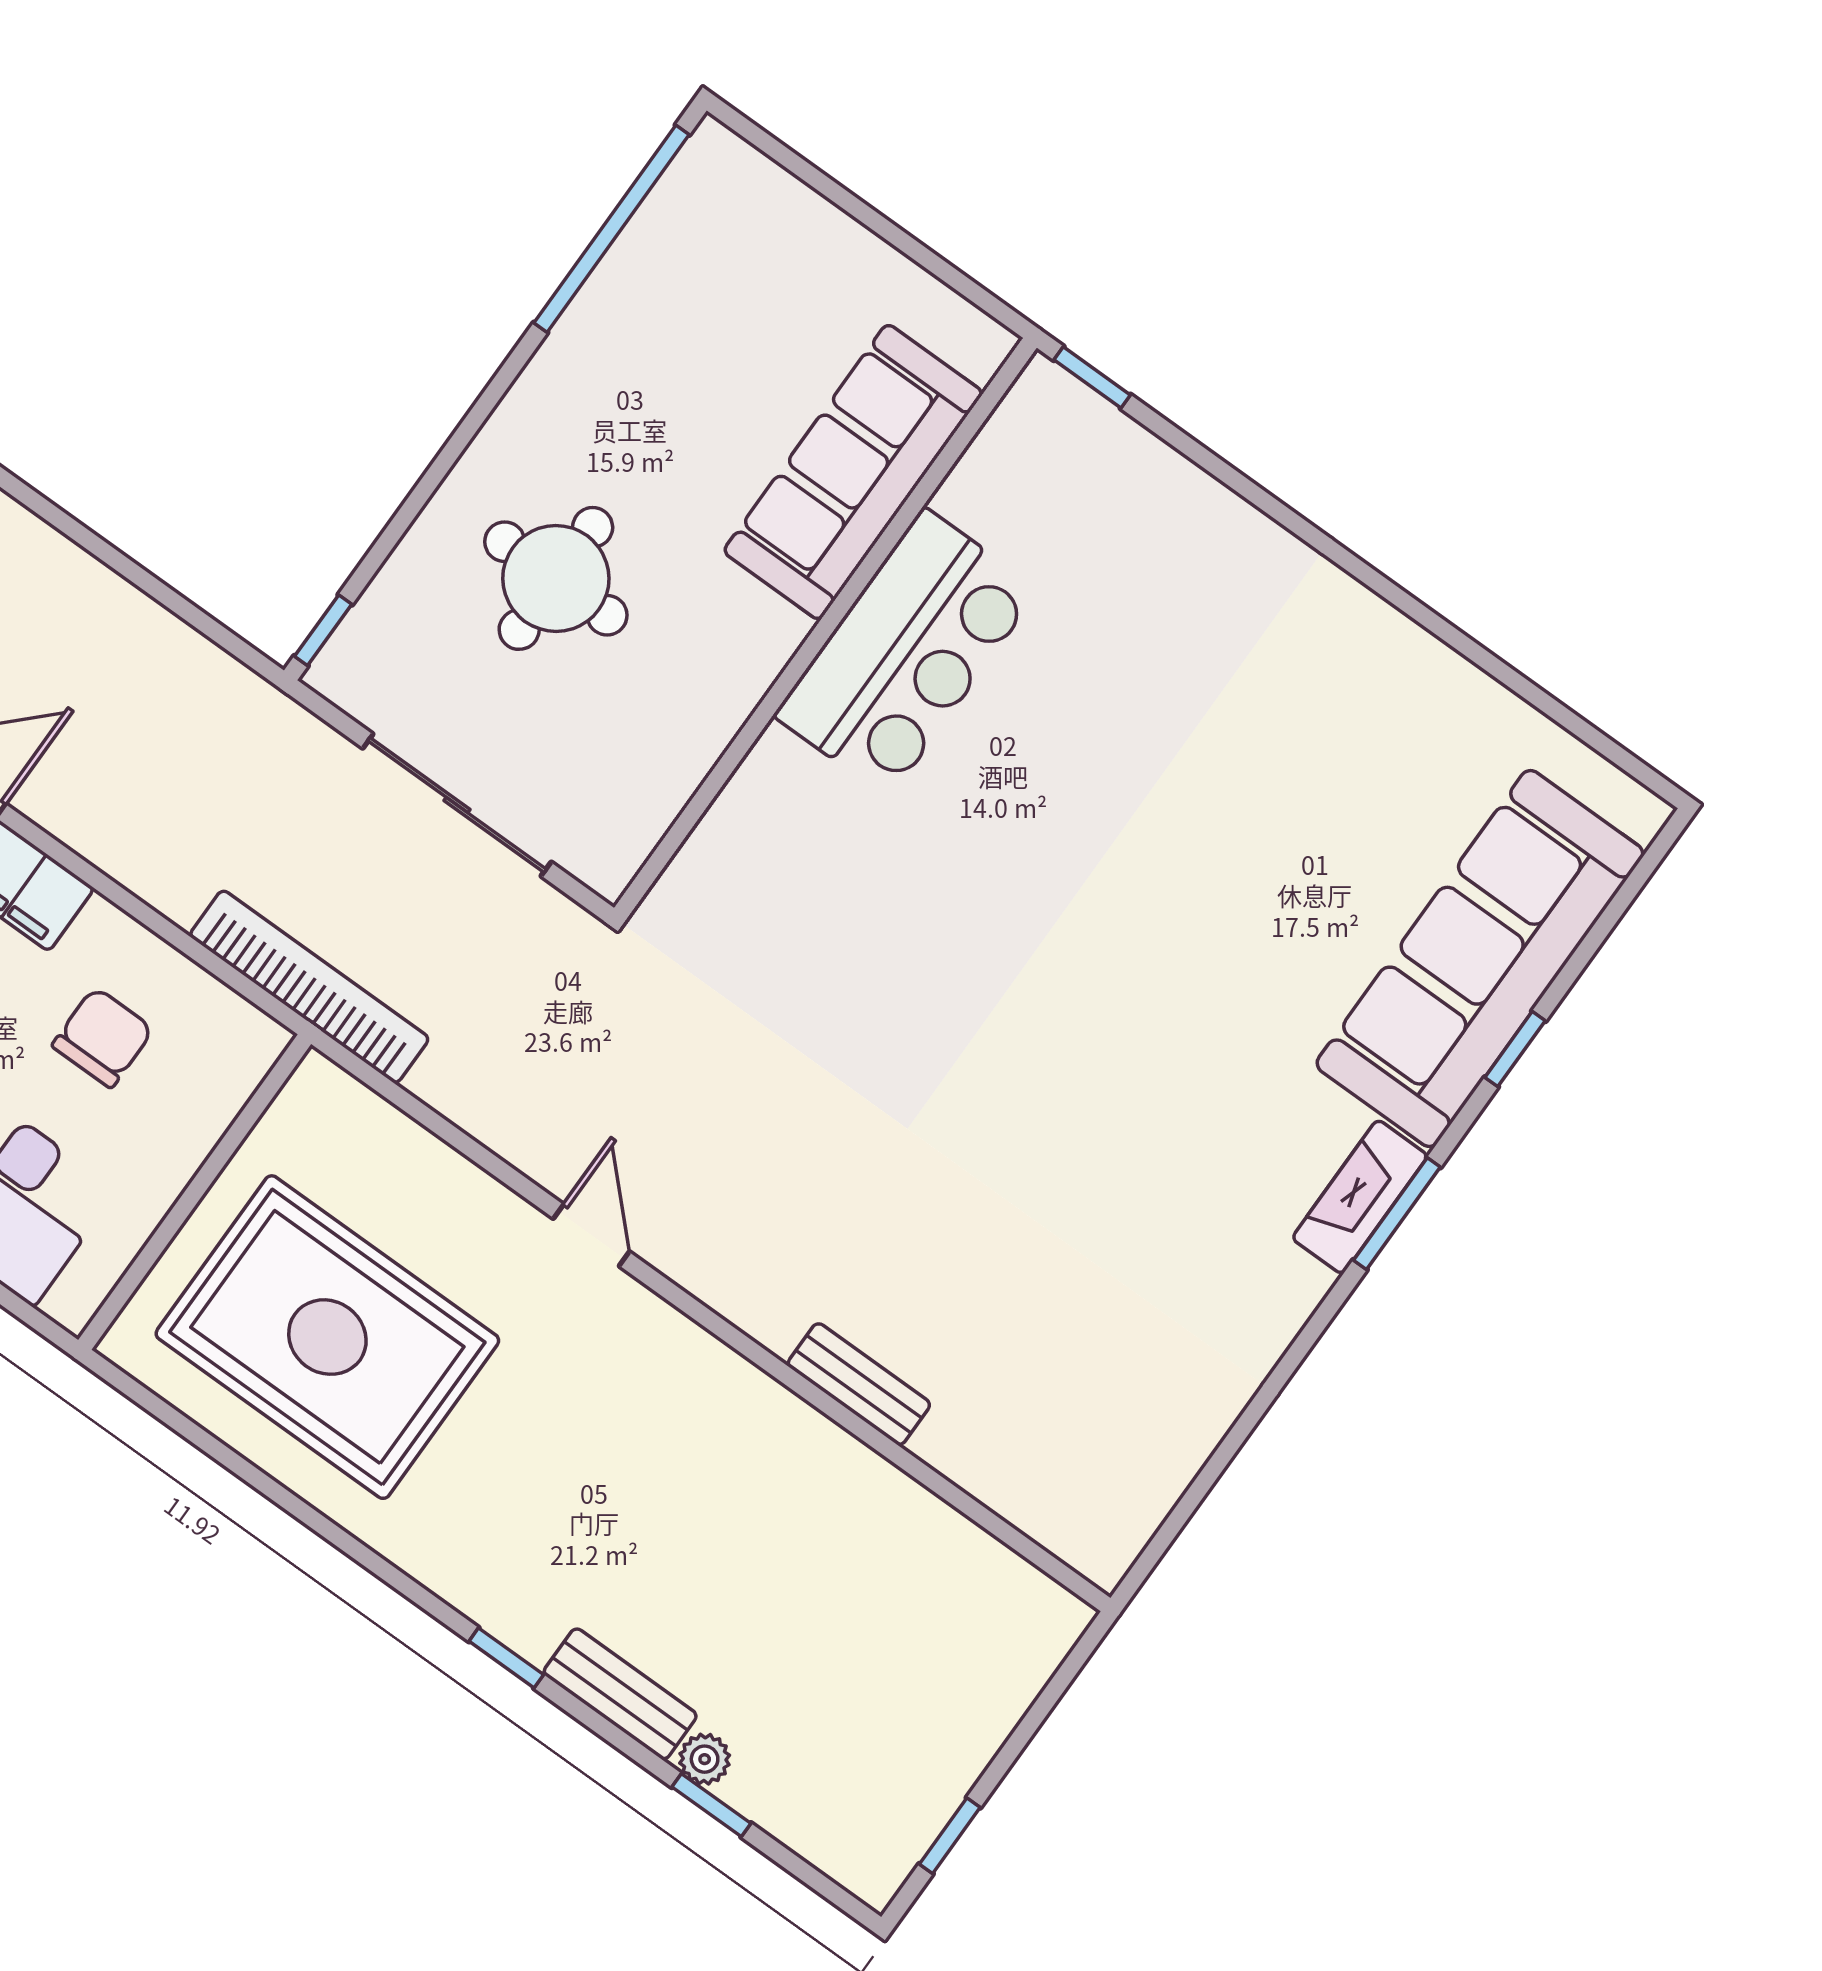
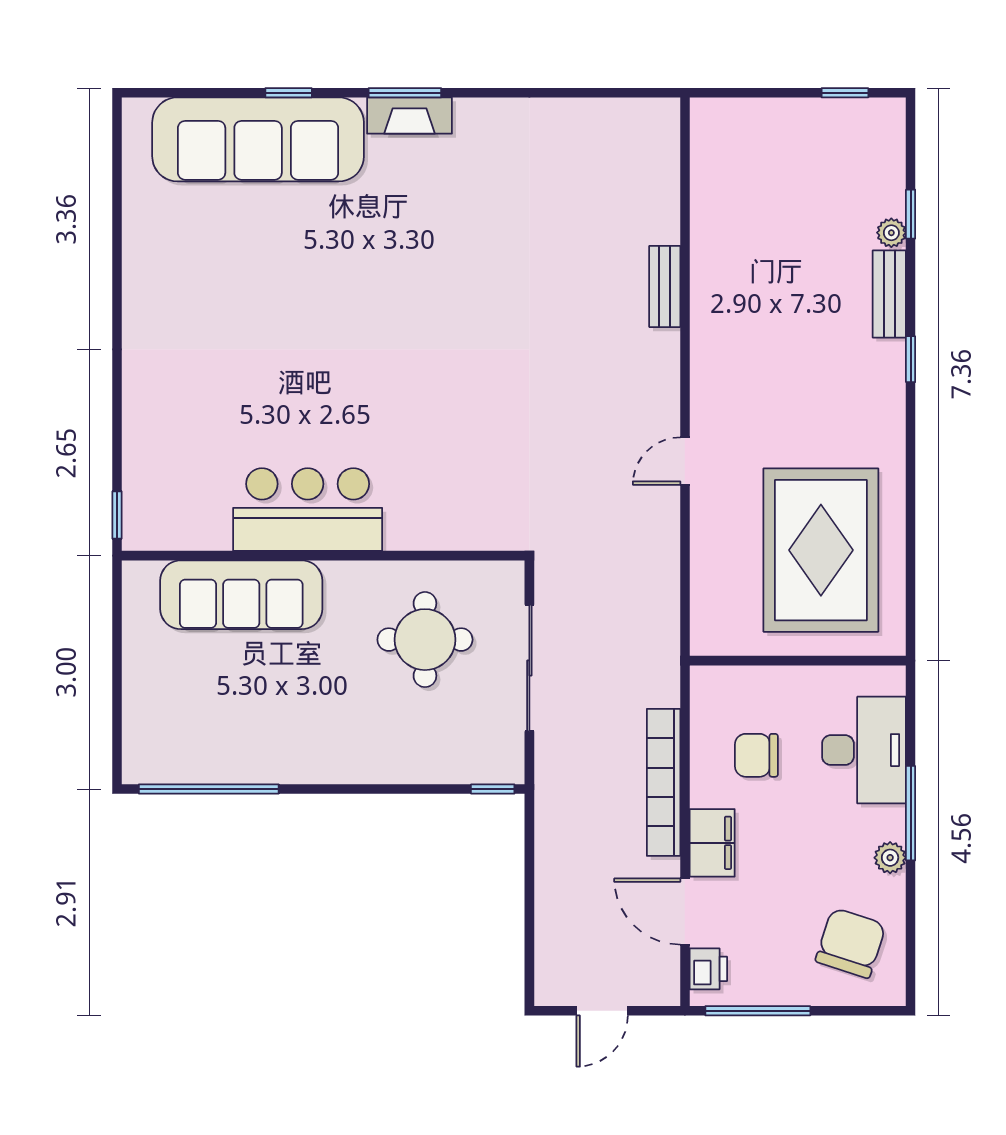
round table: (556, 578) -> (425, 640), moved
bookcase: (309, 987) -> (664, 782), moved

